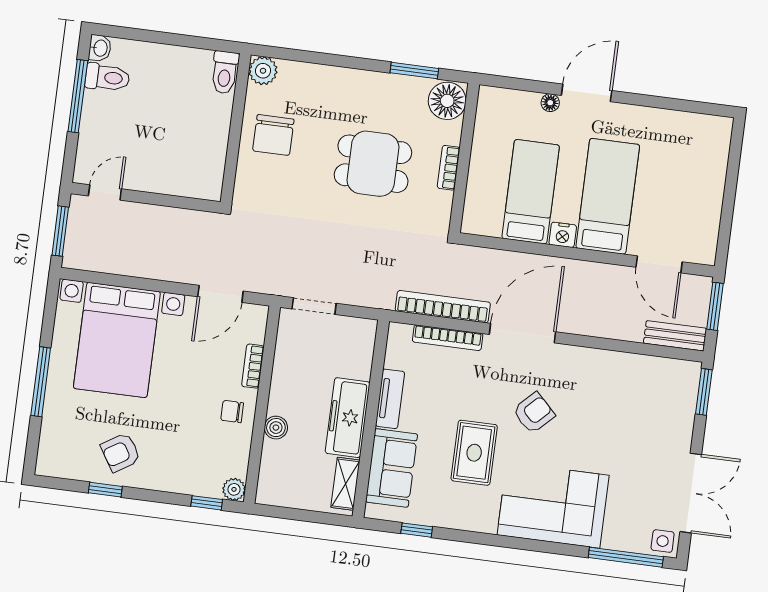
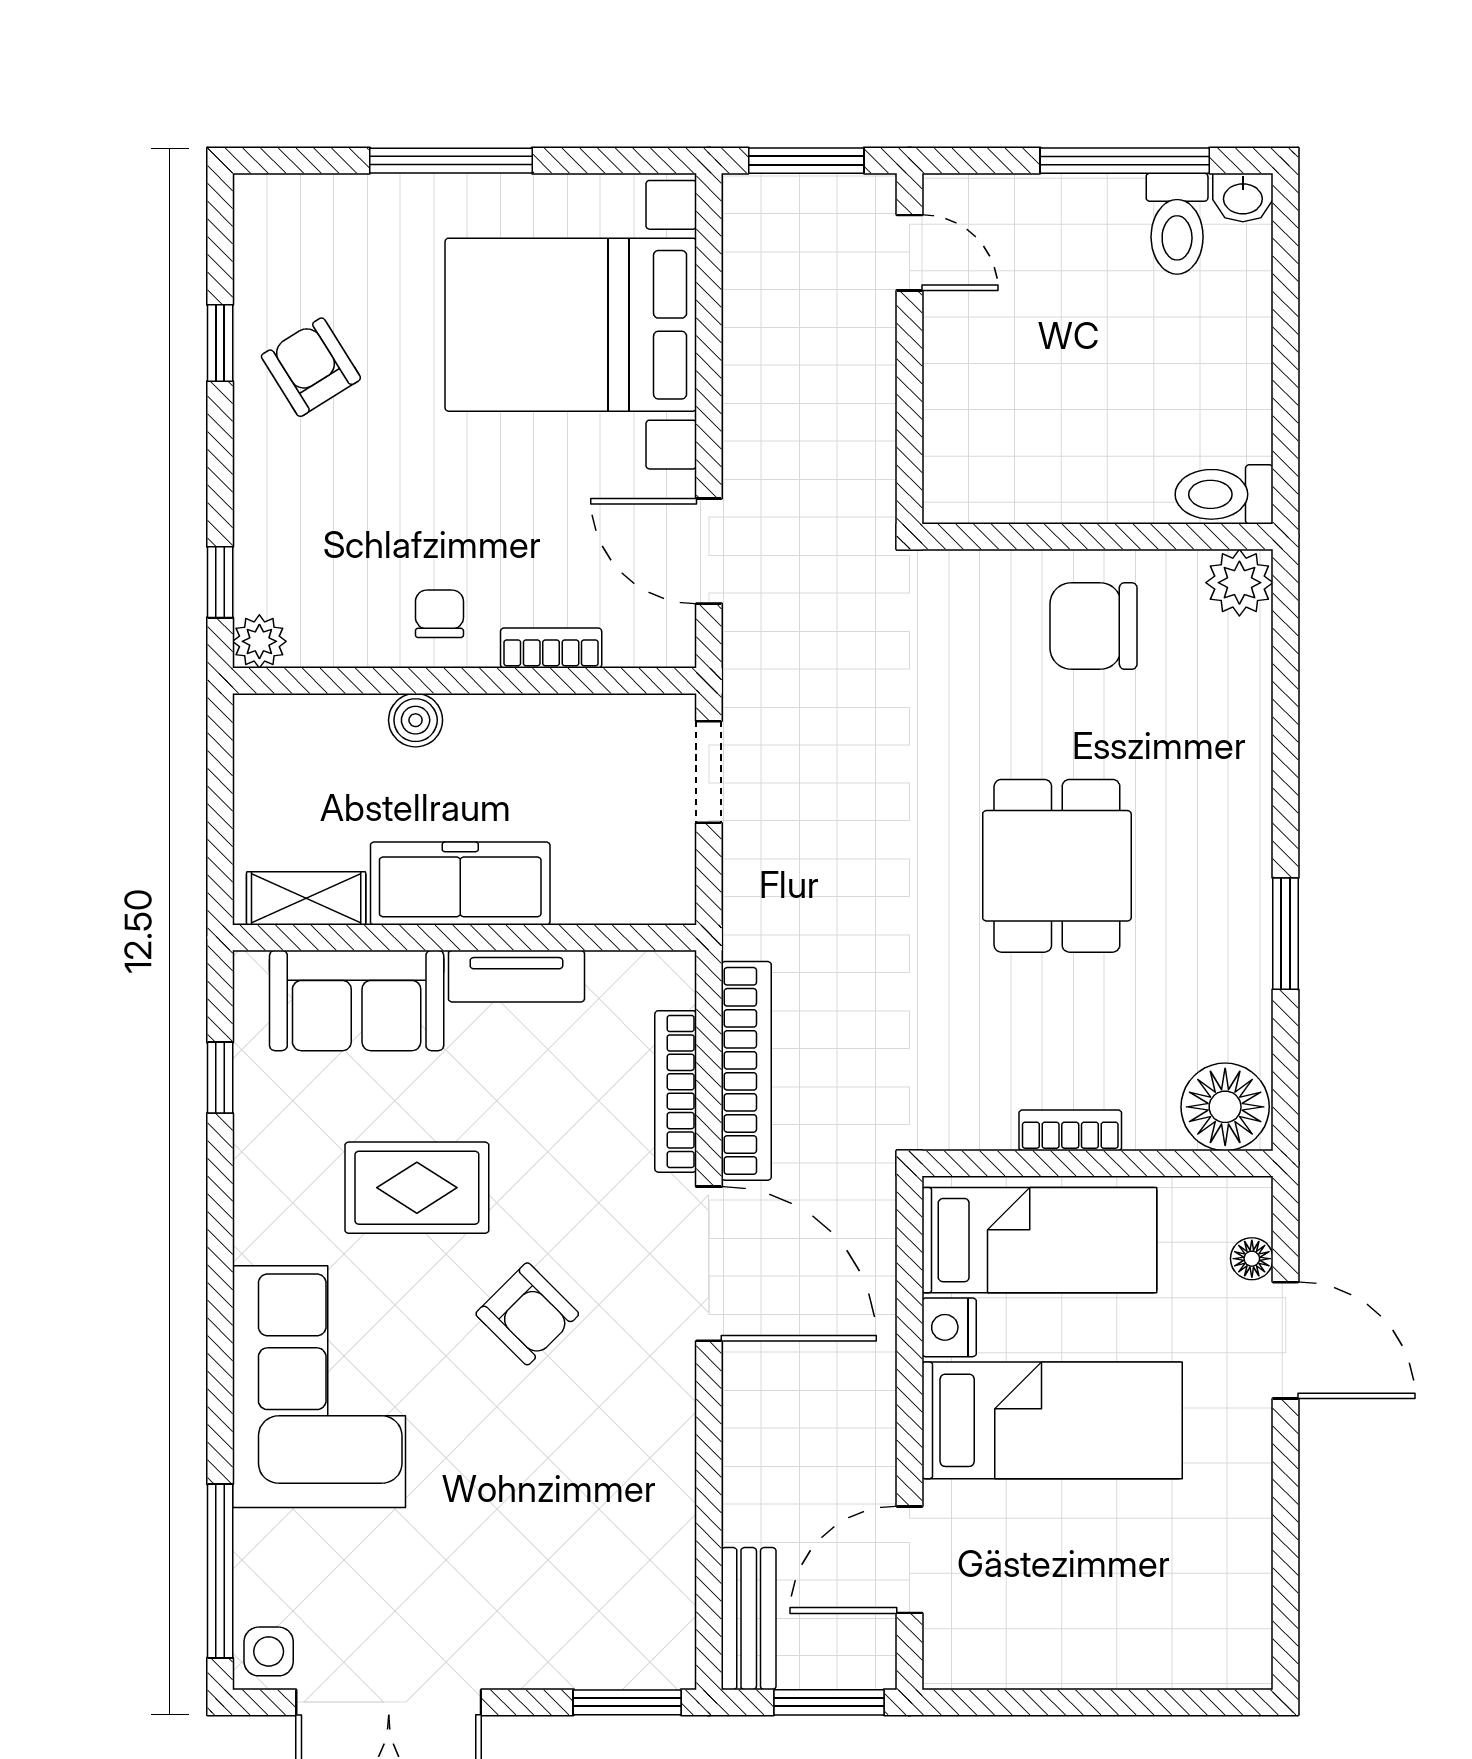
floor lamp: (447, 101) -> (1225, 1107), moved
wall: (464, 158) -> (1098, 1163), moved
bookcase: (449, 168) -> (1070, 1130), moved

